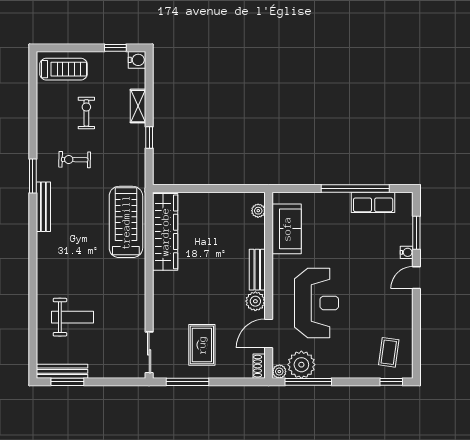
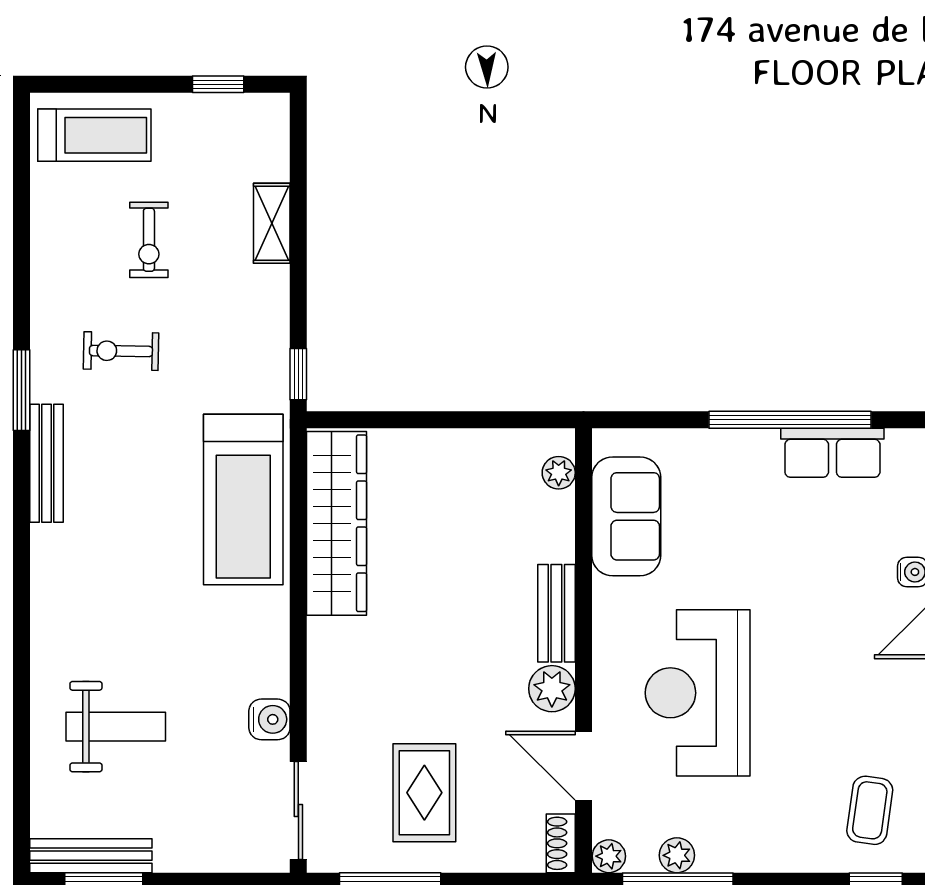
water cooler: (137, 60) -> (269, 719), moved
exercise bike: (86, 113) -> (149, 240), turned 180
window: (149, 138) -> (298, 374), moved
treadmill: (126, 222) -> (243, 500), turned 180
reception desk: (317, 303) -> (698, 693), turned 180
door: (269, 334) -> (583, 766), hinge flipped
plant: (301, 365) -> (677, 855), width x0.53, depth x0.53

